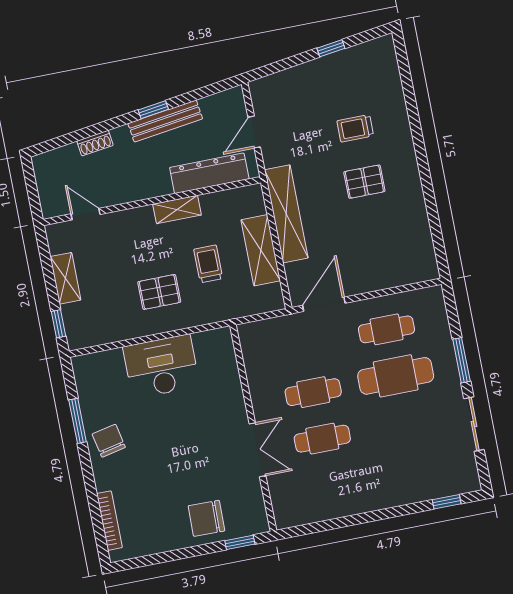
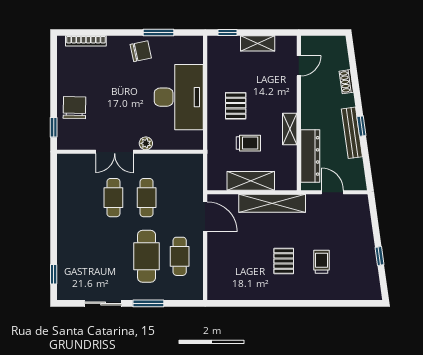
desk: (161, 367) -> (179, 97), width x1.36, depth x1.30
plant: (237, 408) -> (146, 143), added

